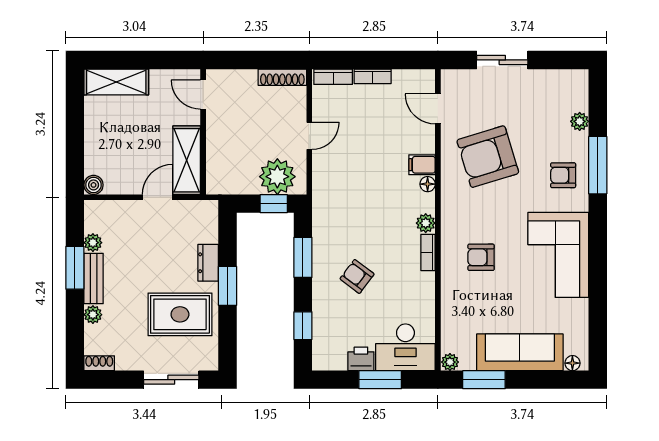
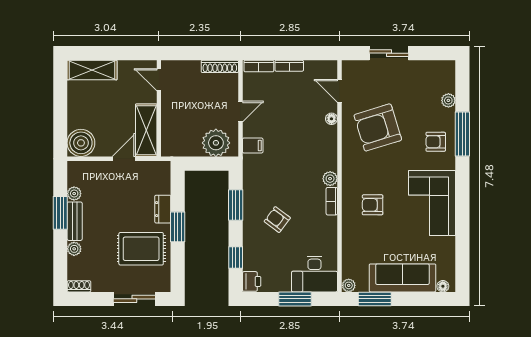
filing cabinet: (422, 165) -> (253, 146), moved, turned 180
floor lamp: (428, 184) -> (331, 119), moved
boiler: (94, 185) -> (81, 143), width x1.86, depth x1.86
window: (274, 204) -> (213, 164), removed
printer: (361, 359) -> (252, 281), moved, turned 90

